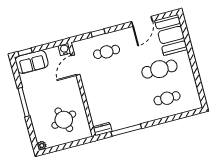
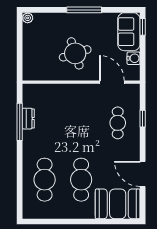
water cooler: (64, 49) -> (134, 58), moved
cafe table: (167, 98) -> (45, 180), width x1.37, depth x1.35
round table: (64, 120) -> (75, 53), moved
dresser: (102, 129) -> (28, 119), moved

